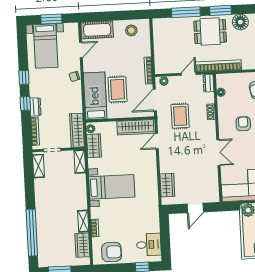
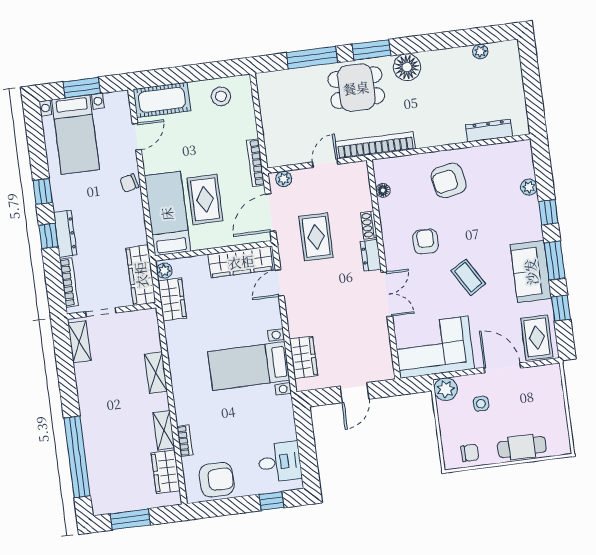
dresser: (208, 83) -> (371, 255), moved
dresser: (35, 107) -> (65, 234), width x1.44
shelving: (80, 162) -> (156, 373), moved
bed with nightstands: (112, 187) -> (249, 366), moved, turned 180

